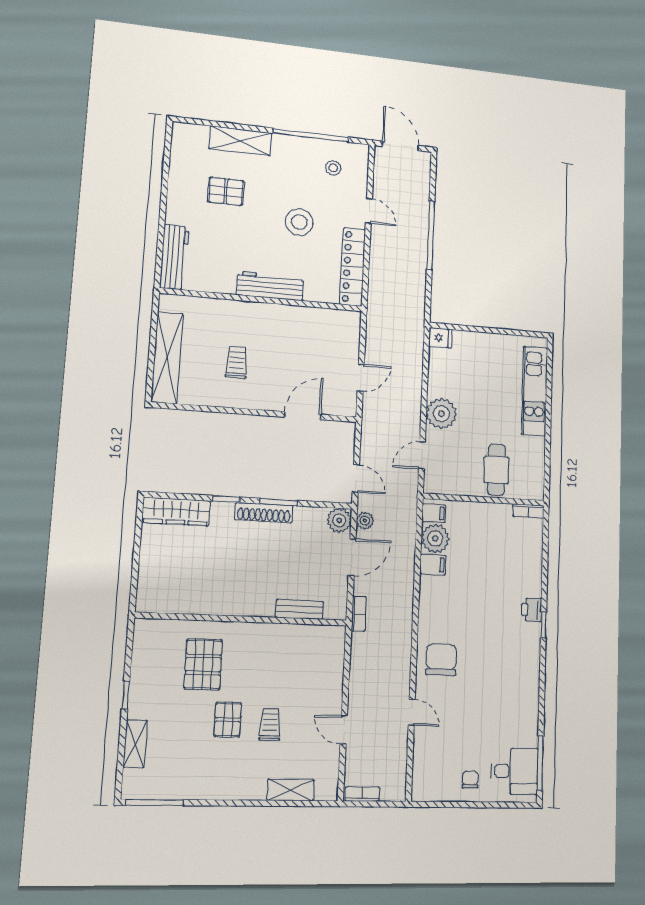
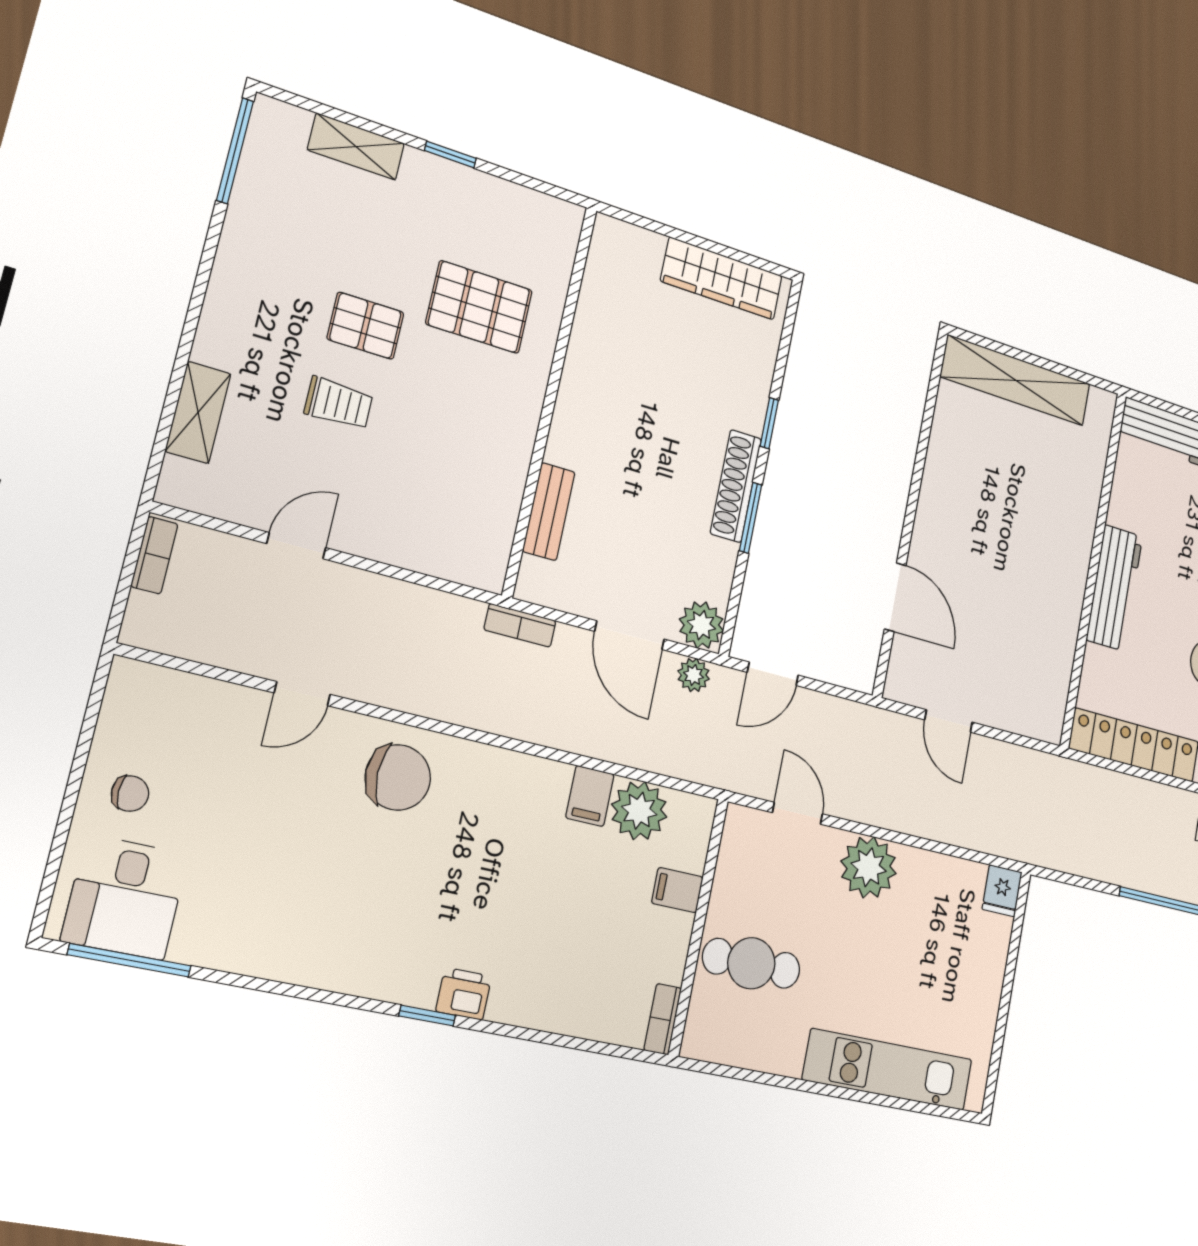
trolley: (236, 362) -> (997, 498), removed
wardrobe: (176, 512) -> (722, 279), moved, turned -90
filing cabinet: (434, 513) -> (677, 890), moved, turned 90

